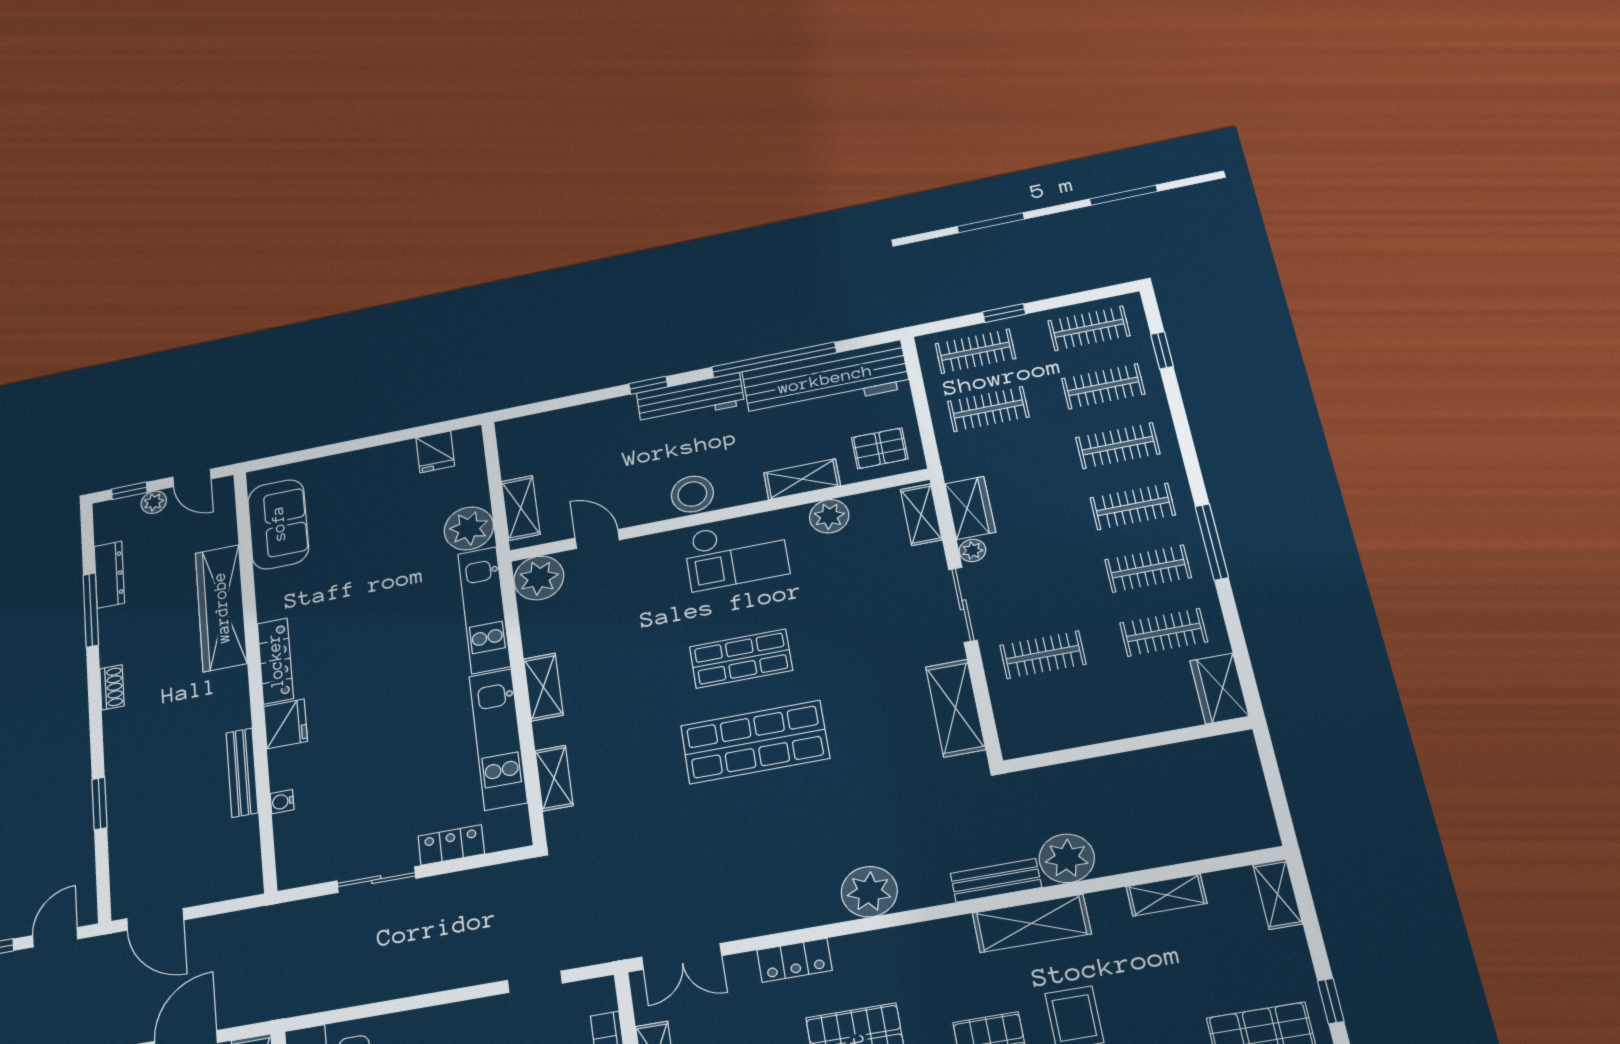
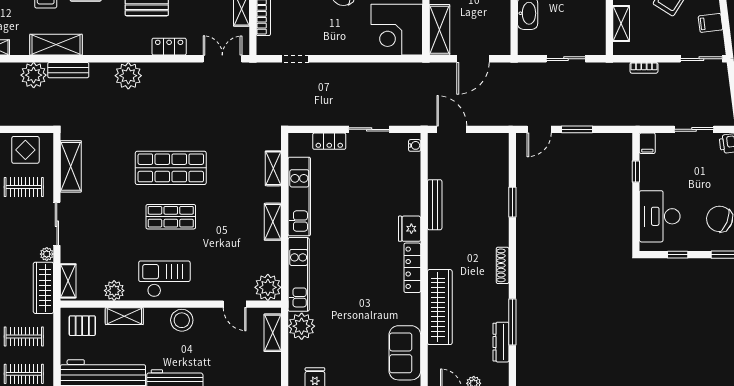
wardrobe: (970, 508) -> (43, 288), width x1.50
shoe rack: (112, 687) -> (503, 265), width x1.43
display table: (1054, 720) -> (25, 150), added
water cooler: (282, 802) -> (415, 145), moved
door: (155, 919) -> (452, 129), moved

